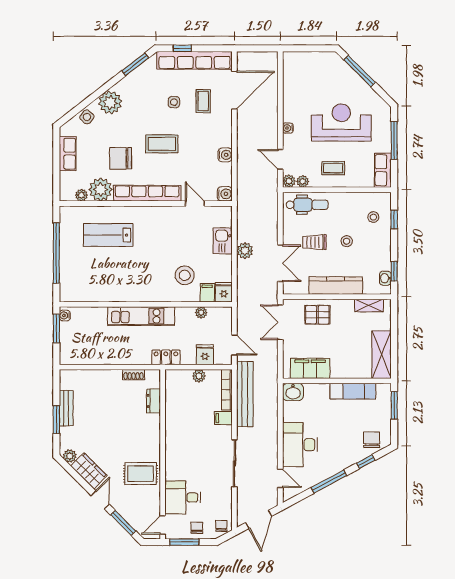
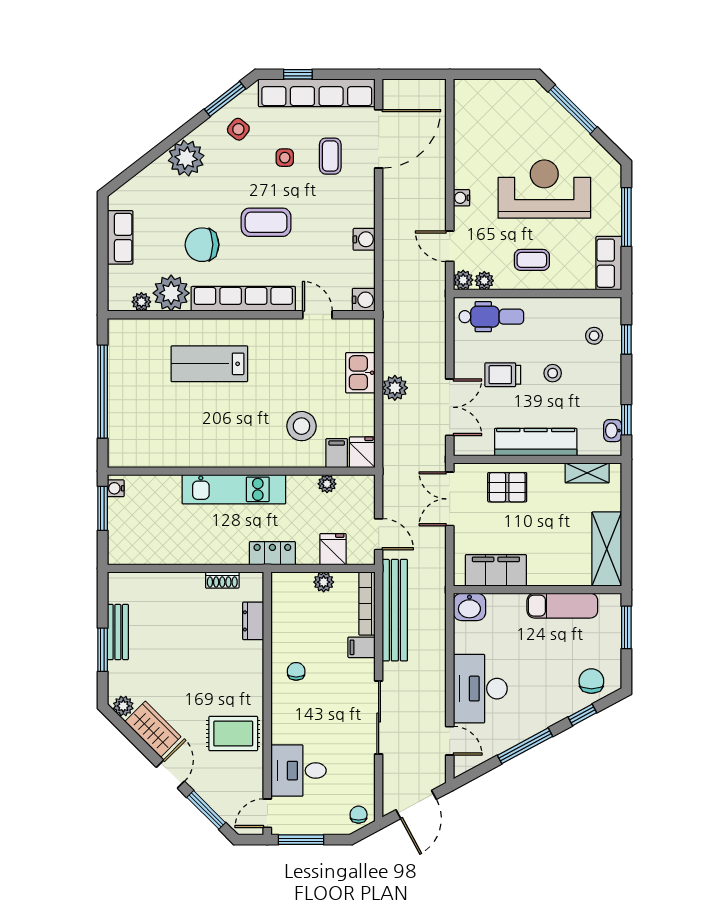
side table: (87, 117) -> (238, 129), moved
lab bench: (108, 235) -> (209, 364), moved
chair: (197, 528) -> (296, 671), moved

